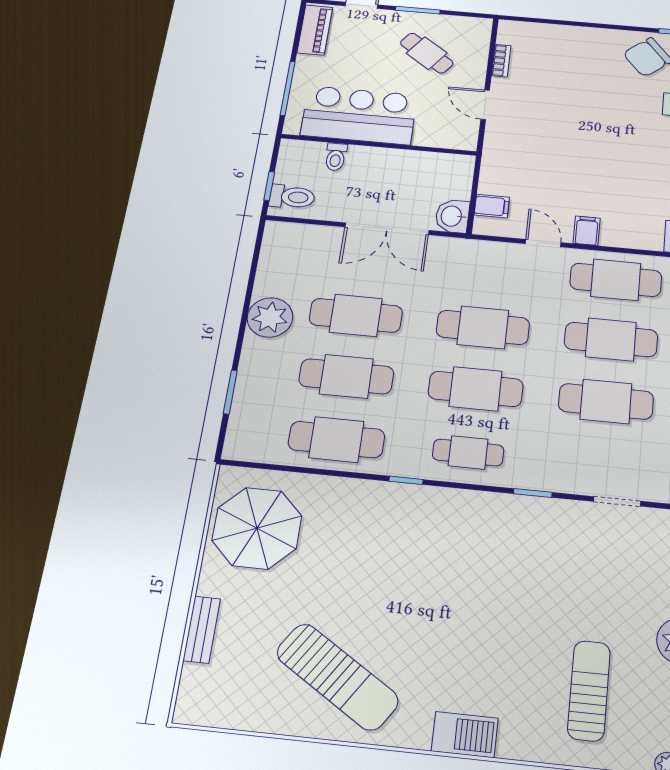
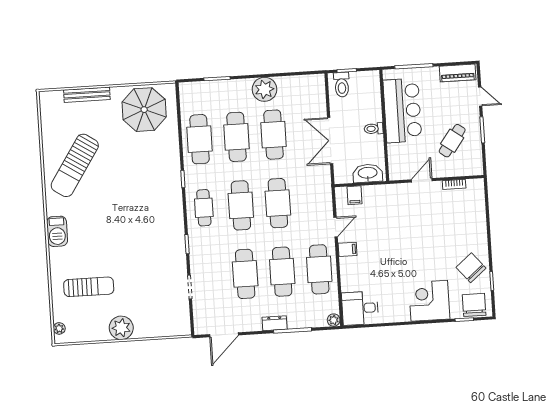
toilet: (336, 157) -> (374, 129), moved
washbasin: (452, 216) -> (368, 173), moved, width x1.38
bench: (202, 630) -> (87, 95), width x1.36

